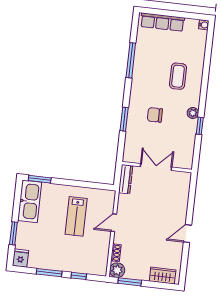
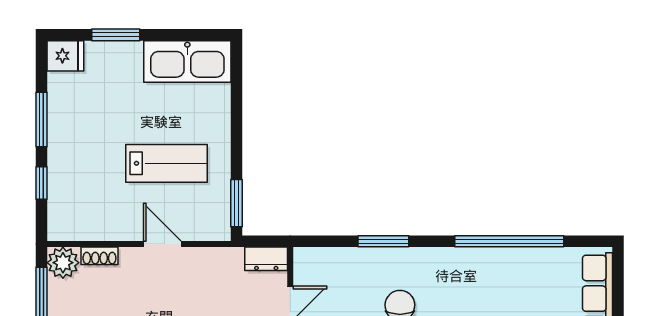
window: (131, 60) -> (509, 241), width x1.46
window: (40, 179) -> (237, 203), moved
dresser: (126, 179) -> (266, 259), width x0.70
lab bench: (76, 216) -> (167, 163), turned 180

